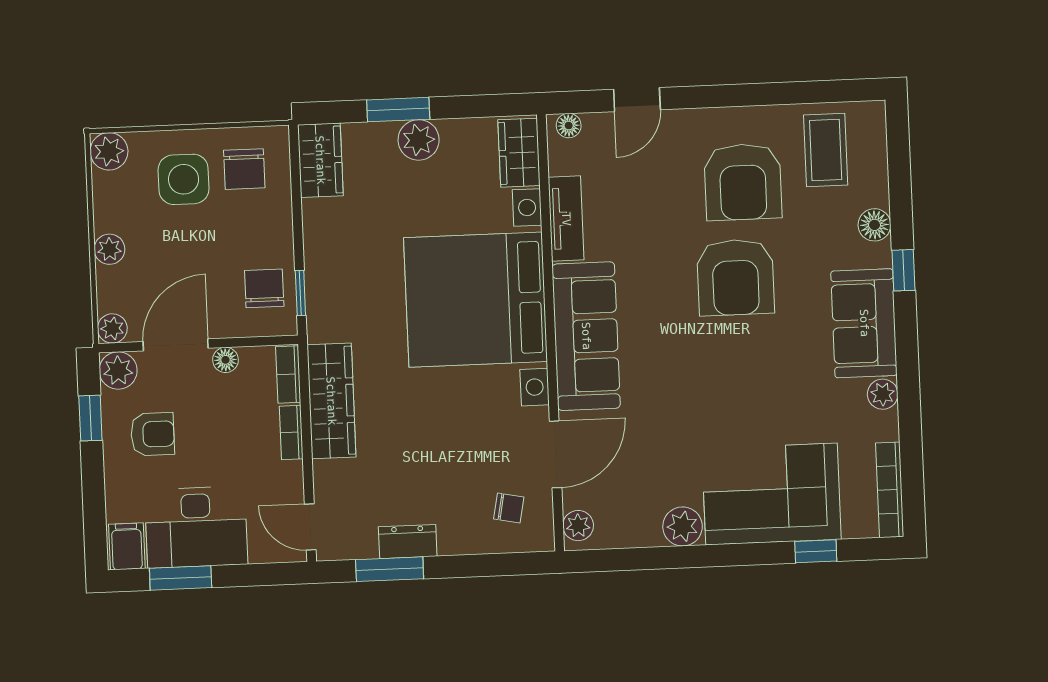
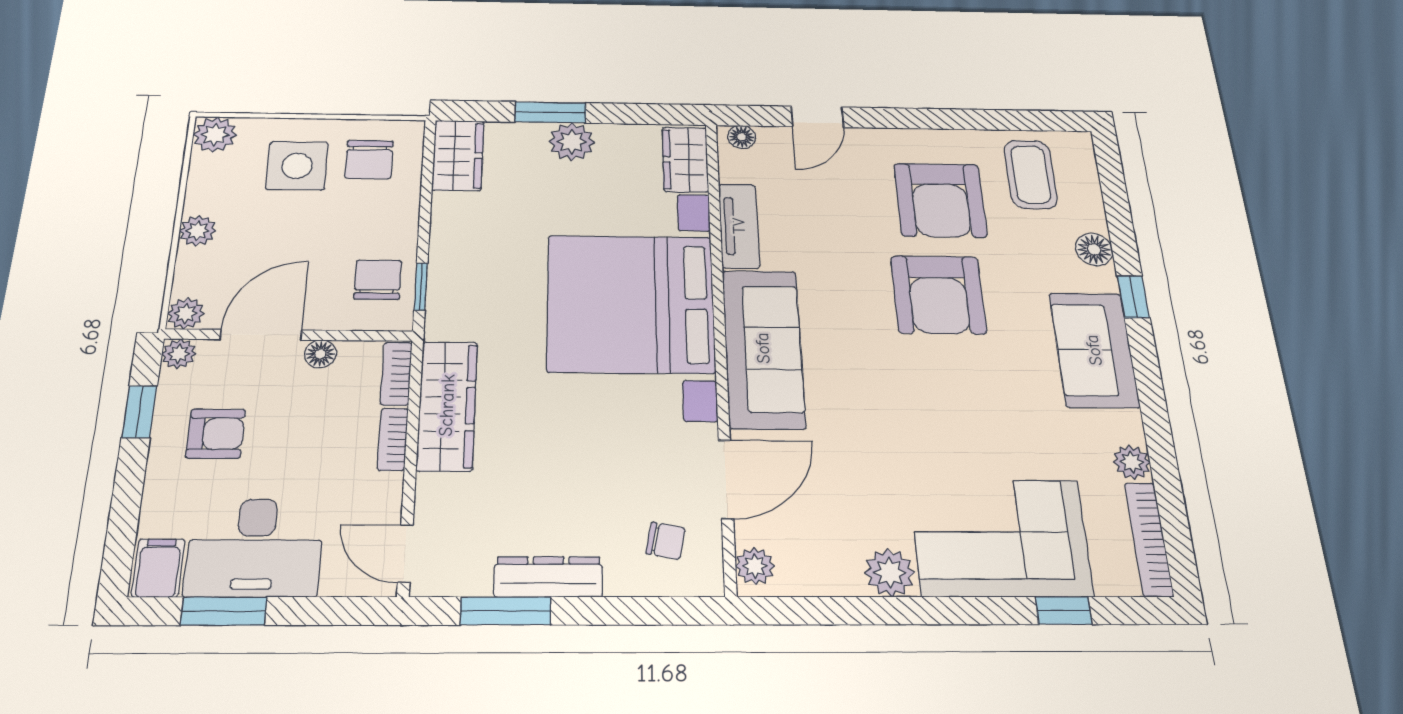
plant: (118, 371) -> (179, 354), width x0.73, depth x0.73
plant: (883, 394) -> (1132, 462), moved
dresser: (408, 542) -> (548, 577), width x1.44

